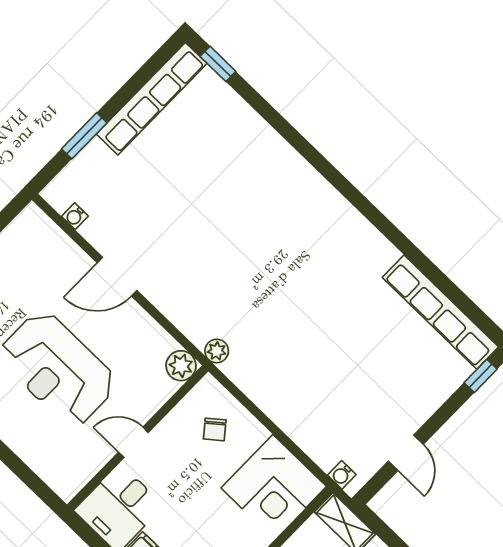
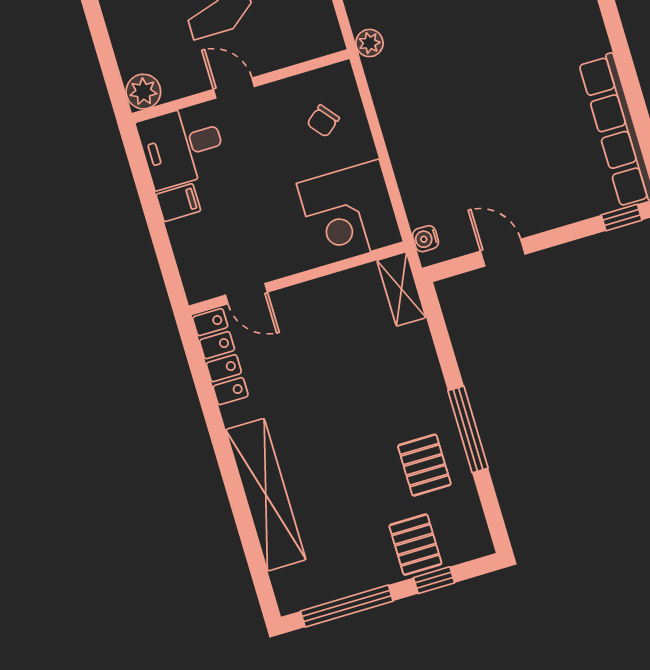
plant: (181, 366) -> (143, 92), moved
door: (406, 453) -> (503, 253), swing flipped

